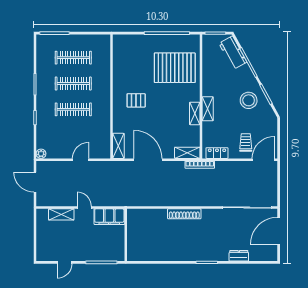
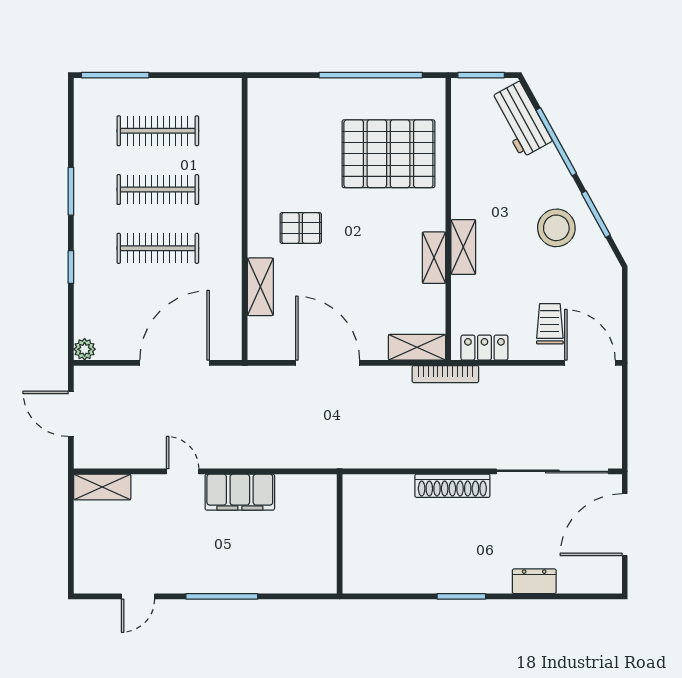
shelving: (118, 146) -> (260, 287), moved
door: (81, 160) -> (175, 363), width x1.88
door: (263, 160) -> (590, 363), hinge flipped
shelving: (61, 214) -> (102, 487), moved
shoe rack: (184, 214) -> (452, 486), moved
wall: (126, 235) -> (340, 534), moved

